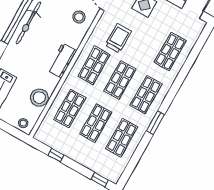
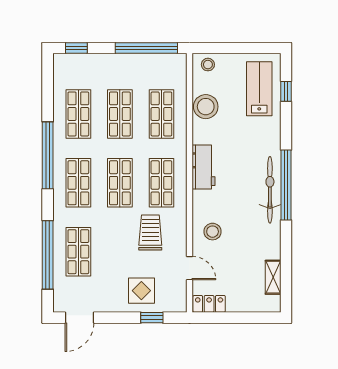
trolley: (118, 38) -> (150, 233), turned 180
window: (190, 60) -> (48, 255), added
window: (155, 123) -> (48, 155), width x2.11
window: (56, 155) -> (146, 48), width x3.17

